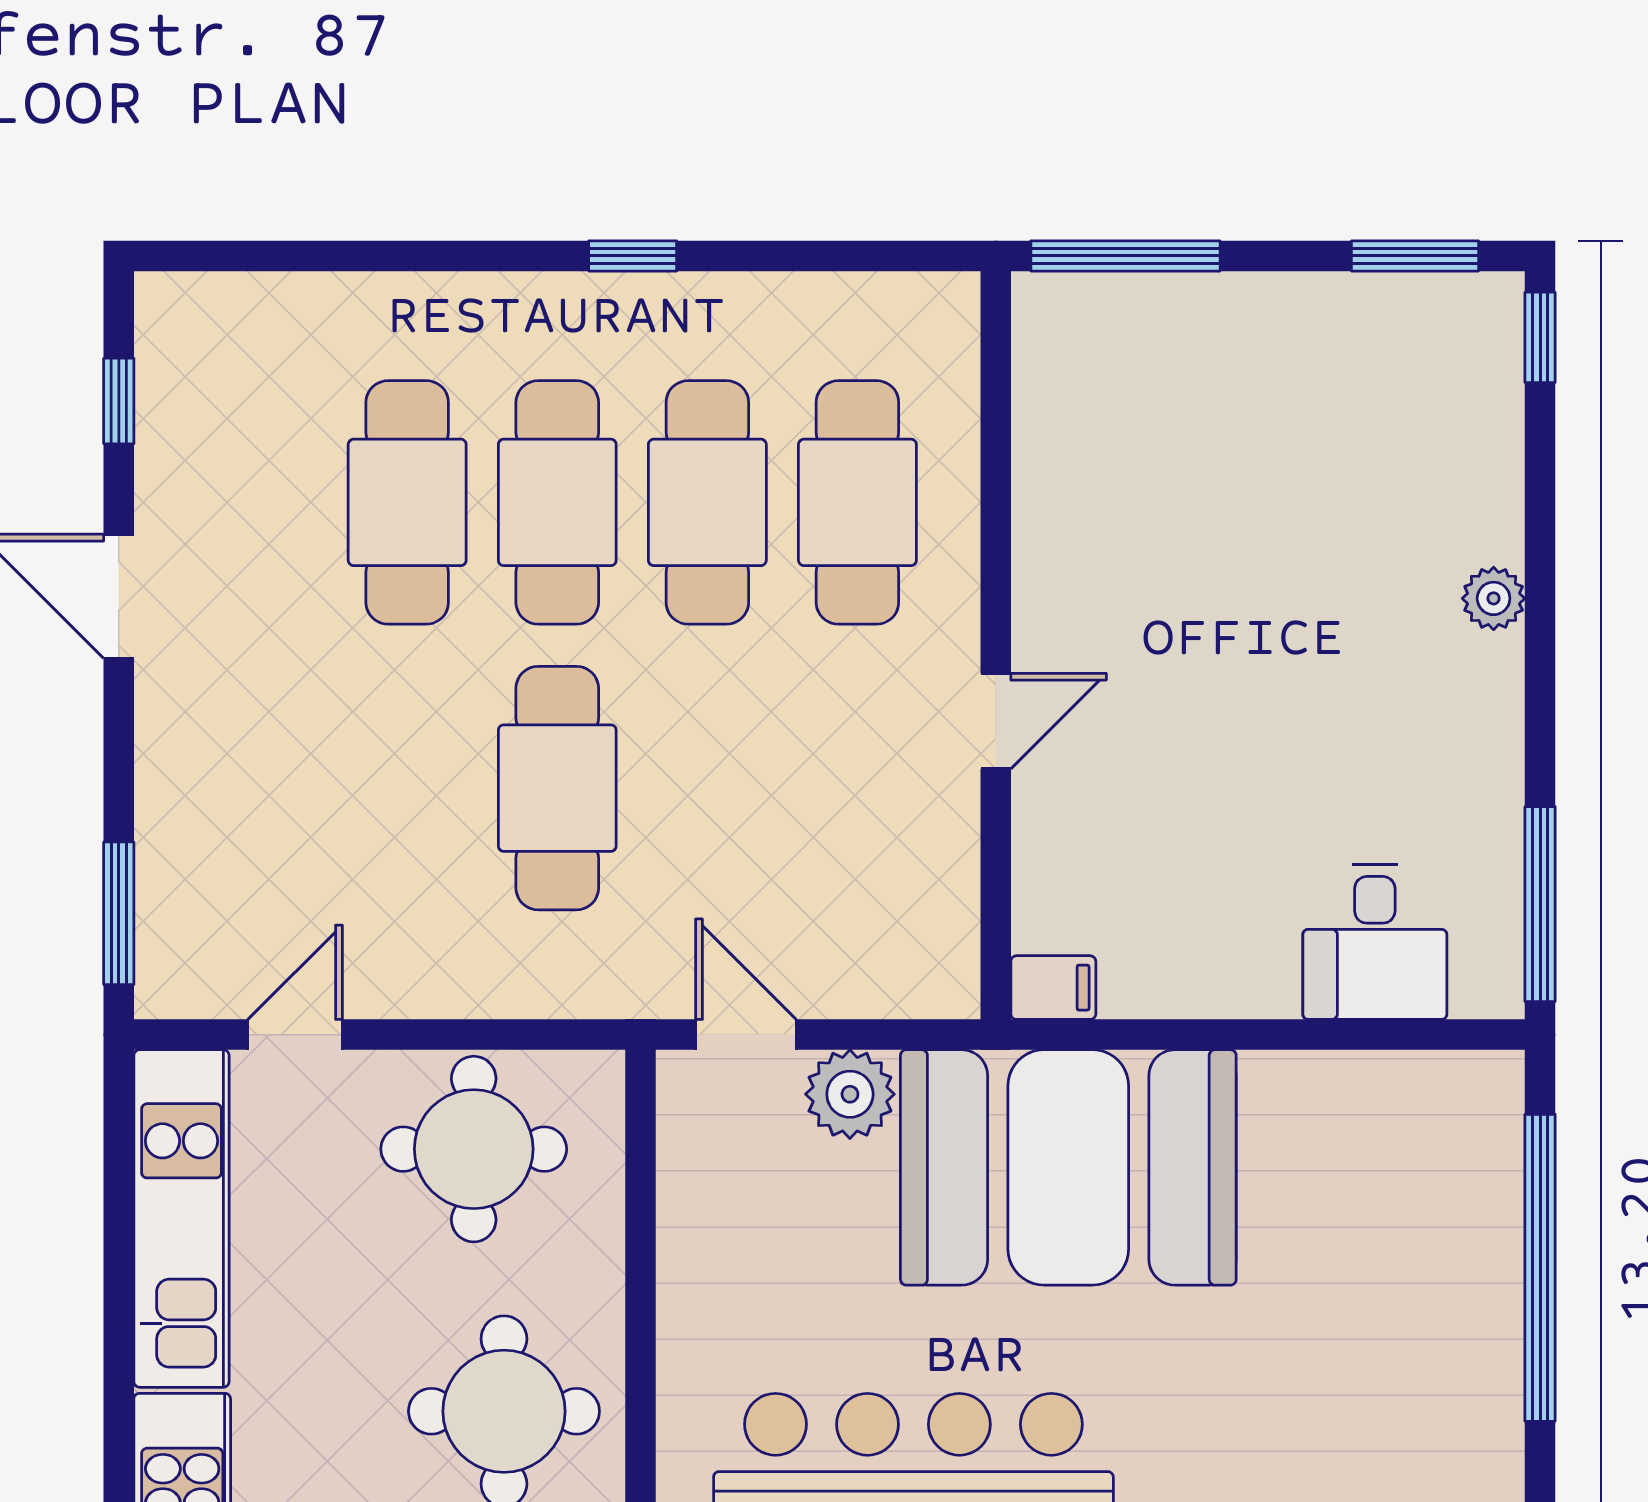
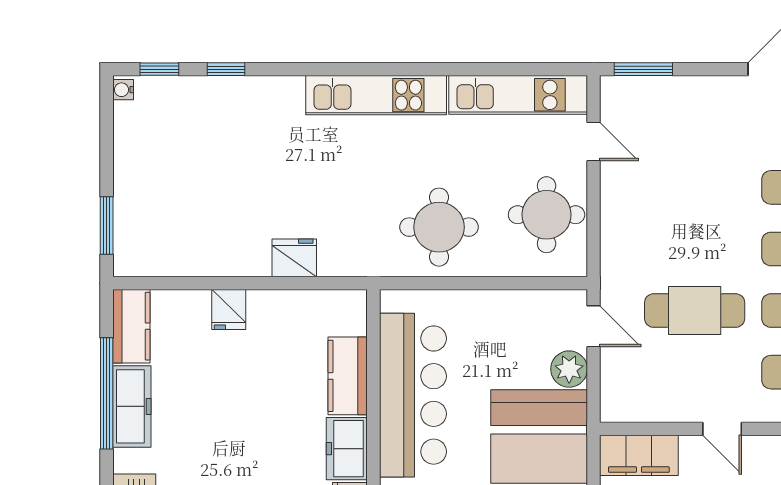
cafe table: (557, 788) -> (695, 311), moved
filing cabinet: (1053, 988) -> (639, 455), width x3.00, depth x1.17
door: (746, 1035) -> (594, 326), hinge flipped

